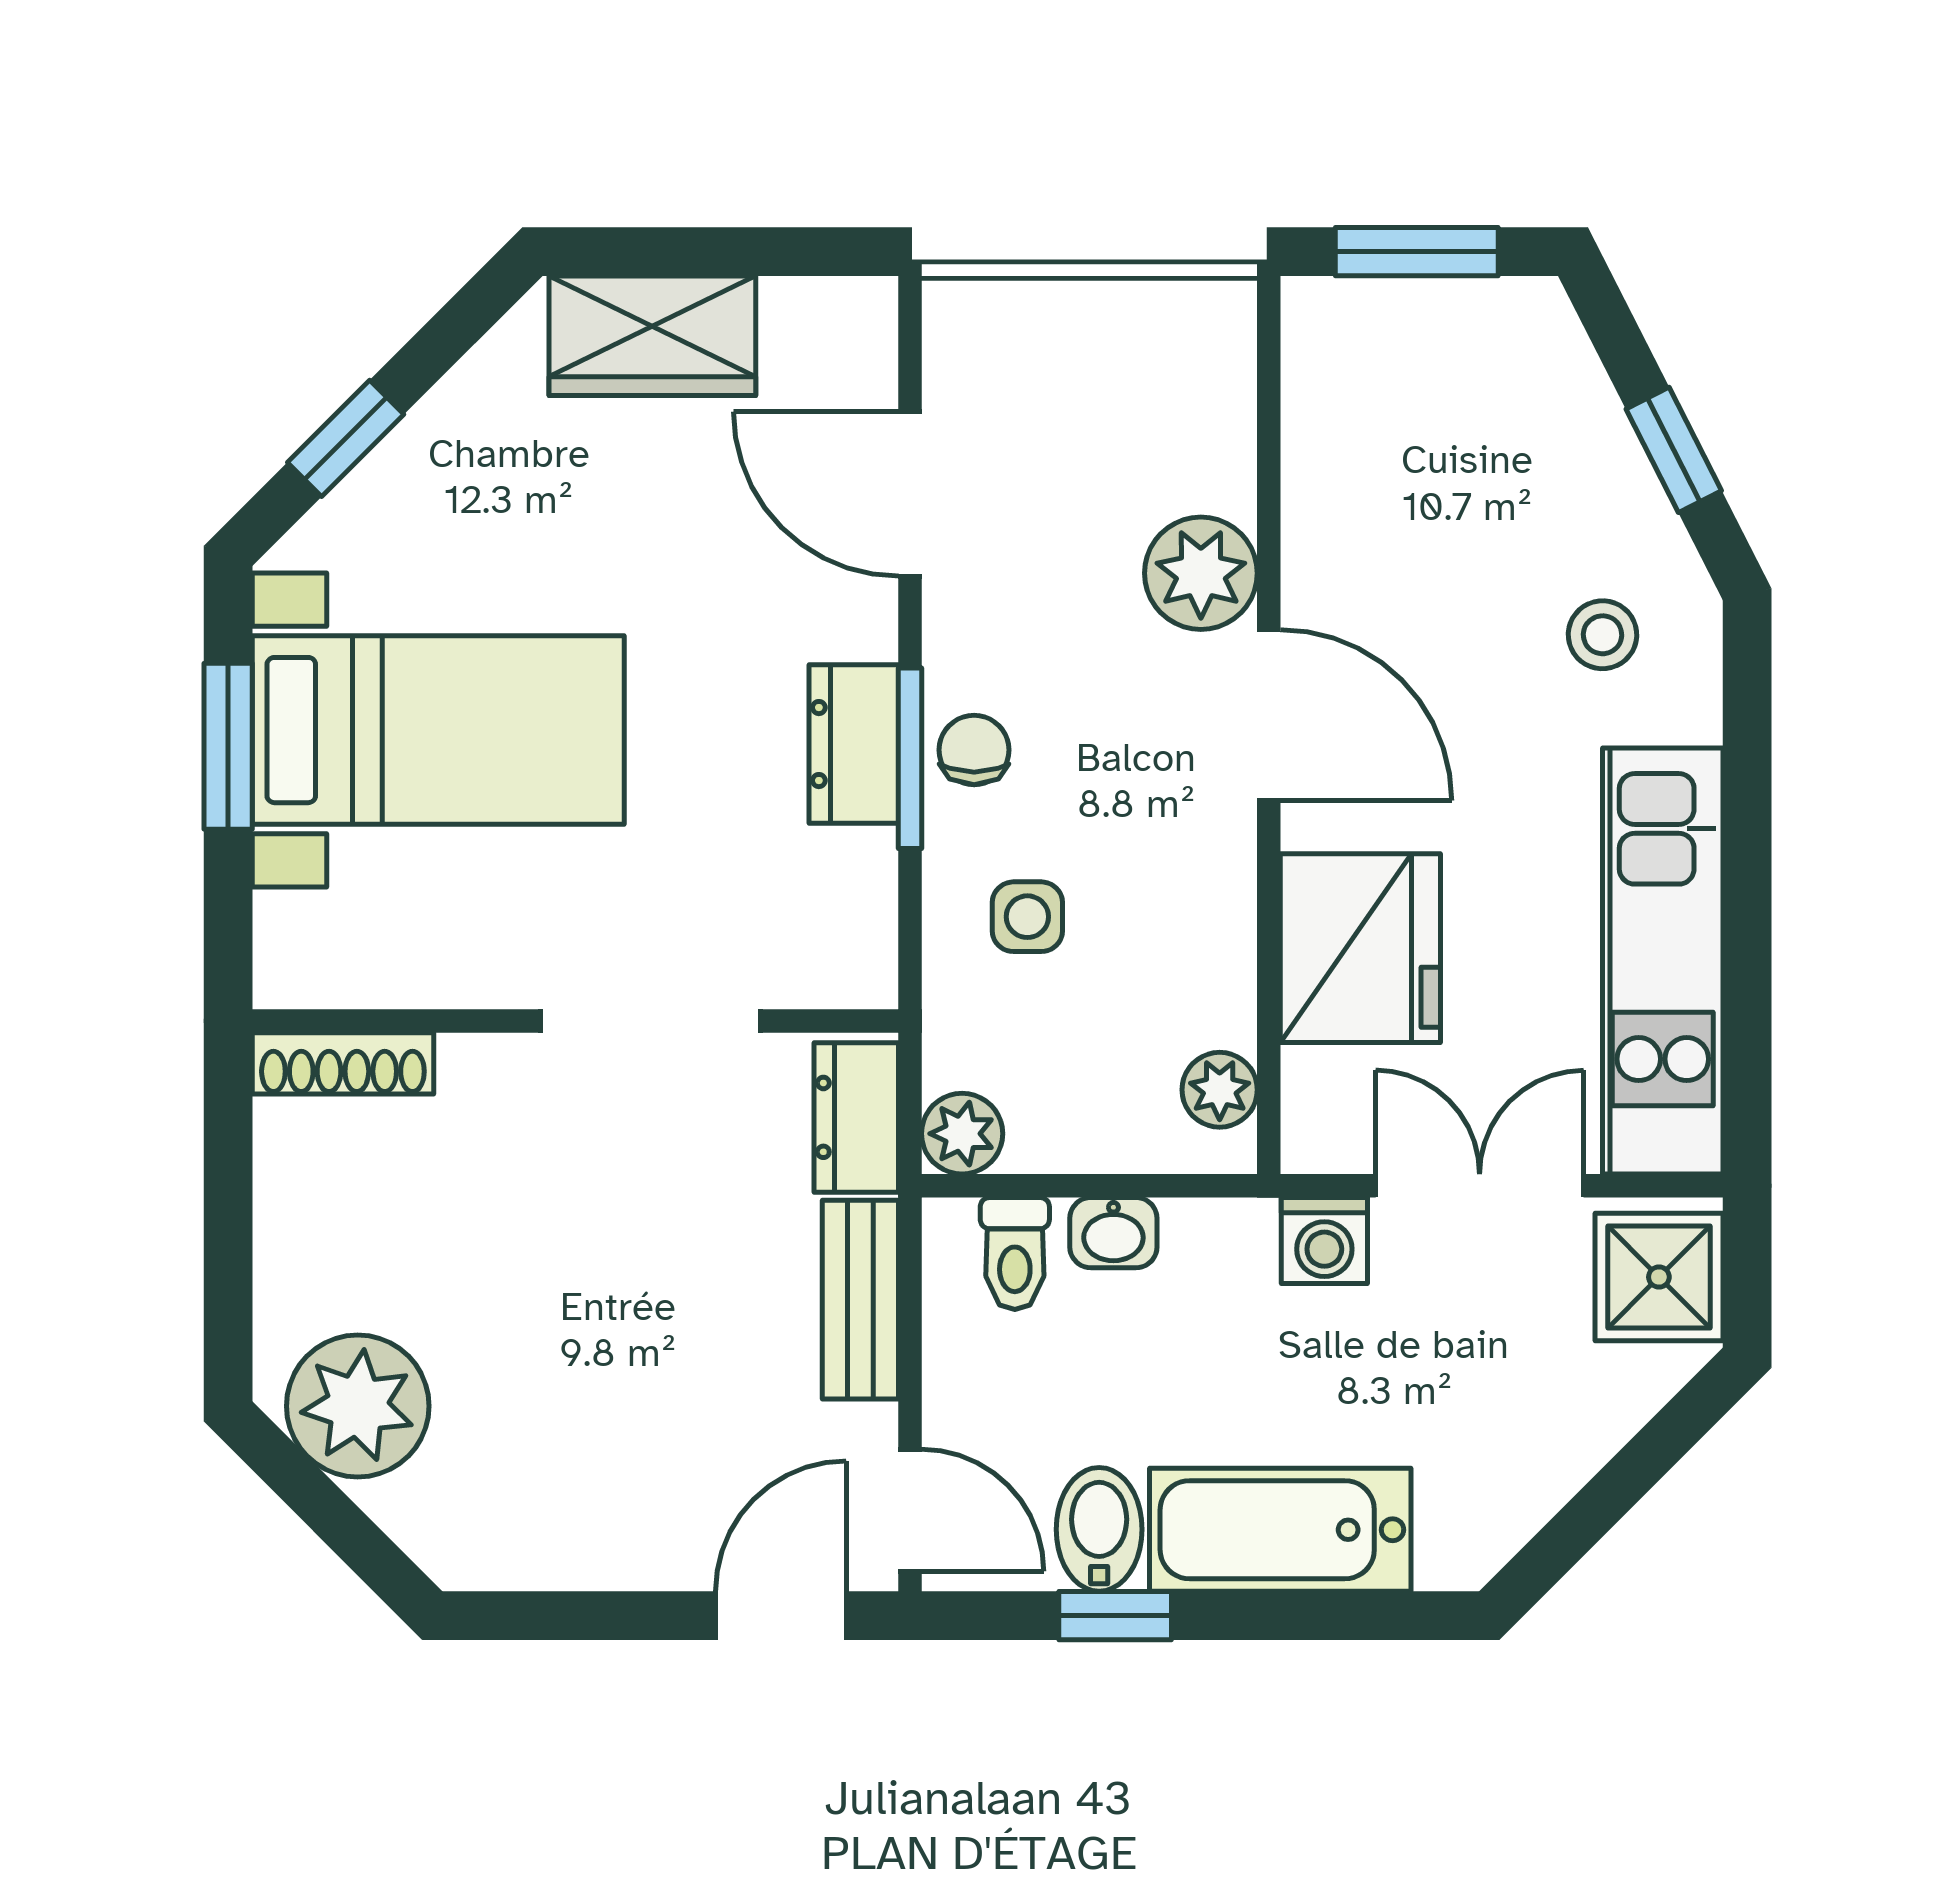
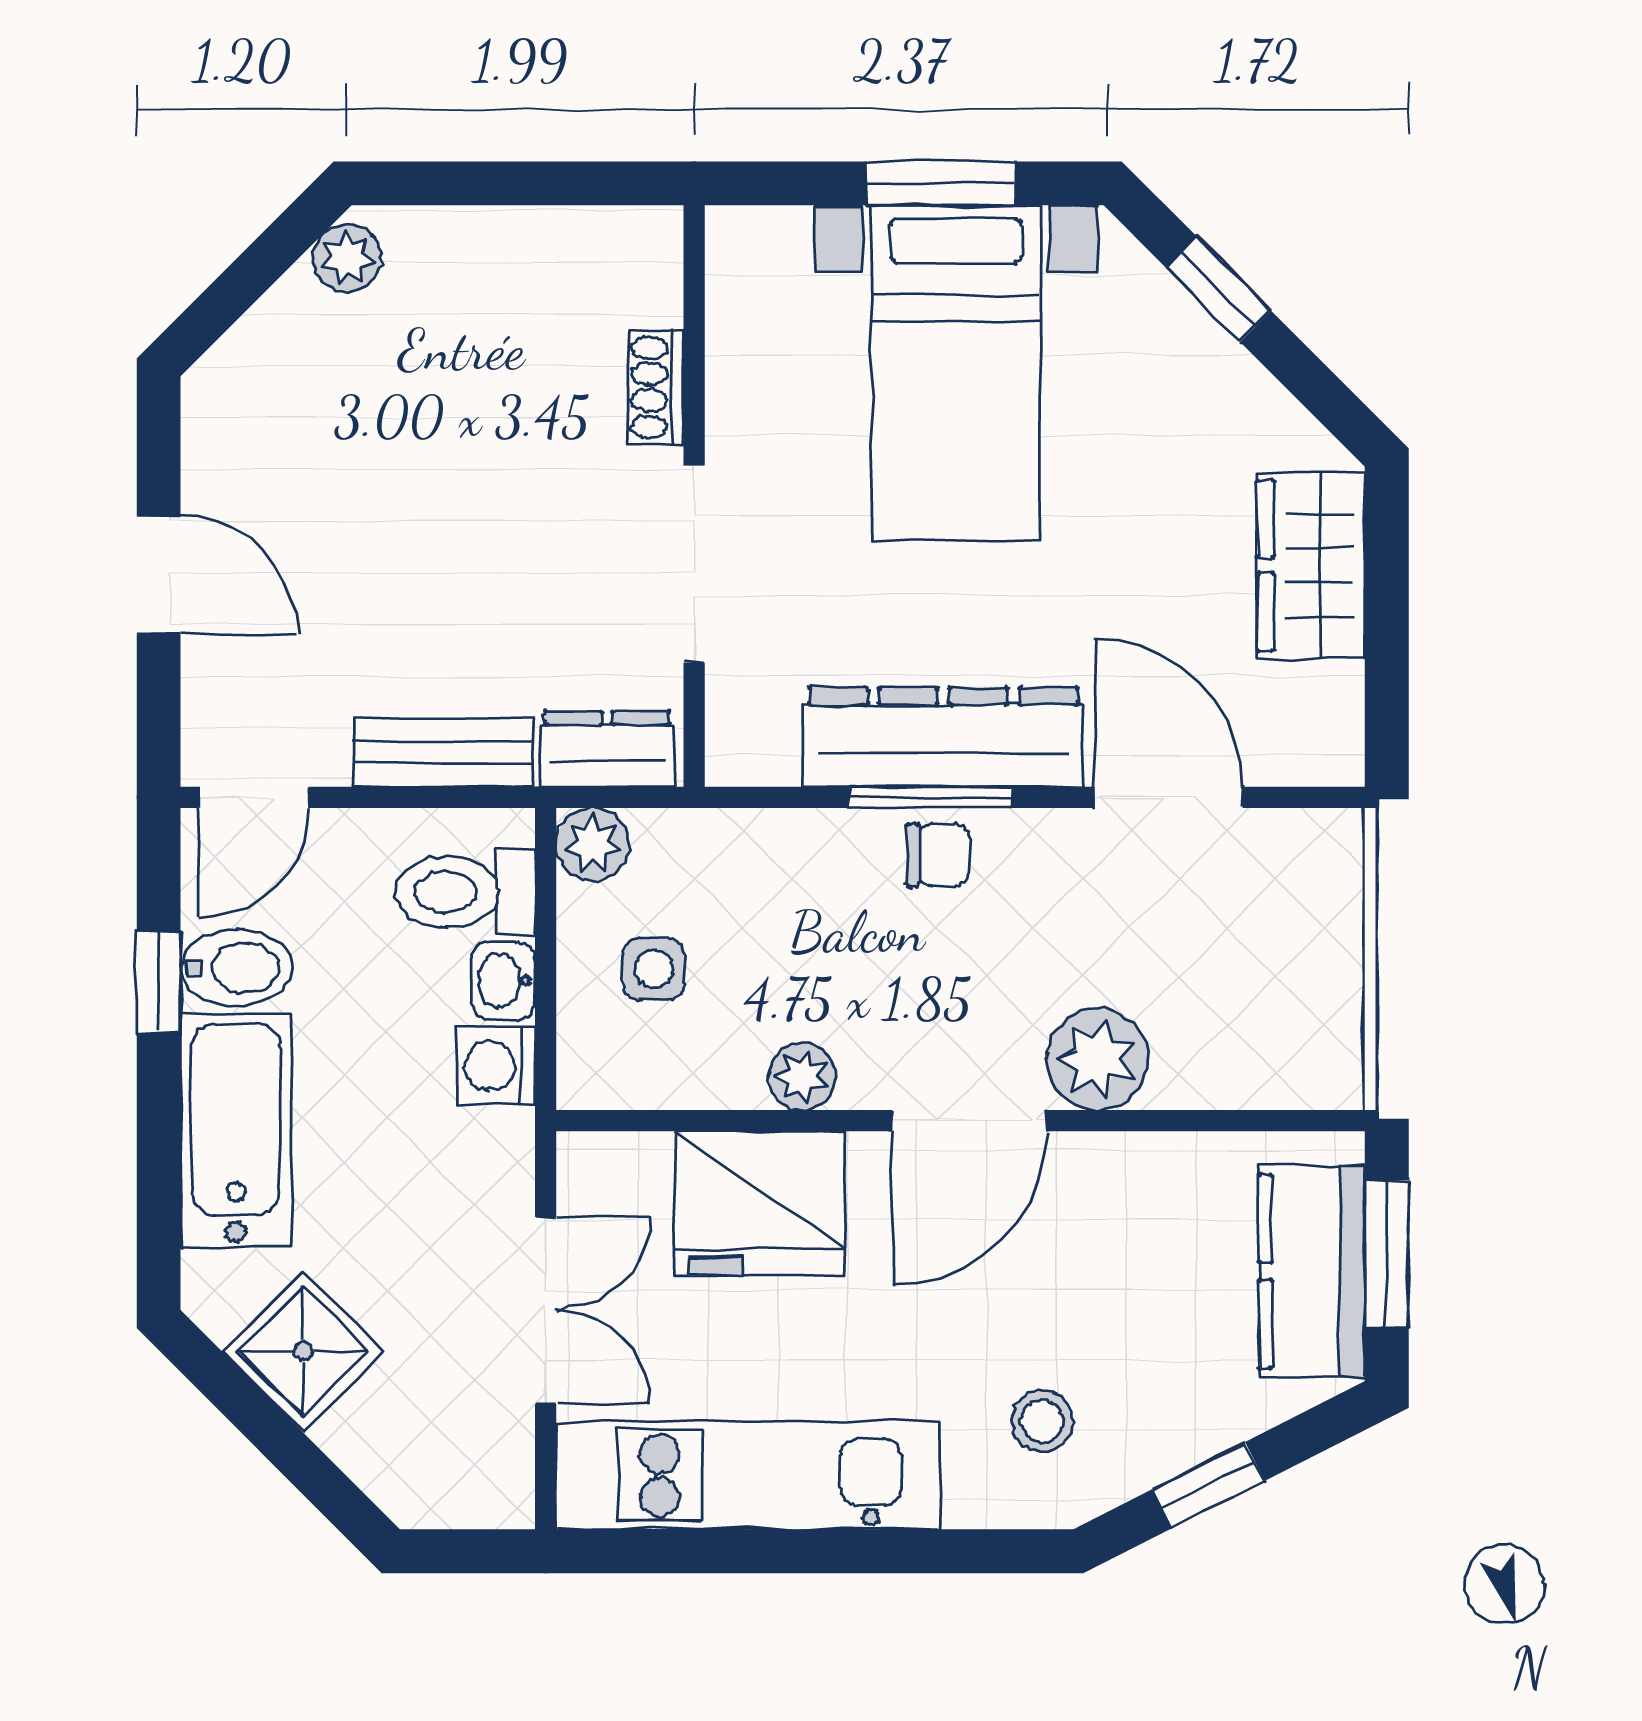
kitchen counter: (1436, 335) -> (1312, 1271), added
door: (910, 494) -> (1169, 797), hinge flipped
dresser: (854, 744) -> (943, 737), width x1.96, depth x1.24
side table: (1027, 917) -> (654, 969), moved
shoe rack: (343, 1063) -> (656, 387), moved, width x0.70
plant: (1220, 1090) -> (802, 1076), moved
washing machine: (1324, 1241) -> (496, 1066), moved
toilet: (1015, 1254) -> (465, 892), width x1.37, depth x1.39
shower: (1659, 1277) -> (303, 1351), moved, turned 45
plant: (358, 1406) -> (347, 258), width x0.53, depth x0.53
door: (781, 1616) -> (159, 575), moved

